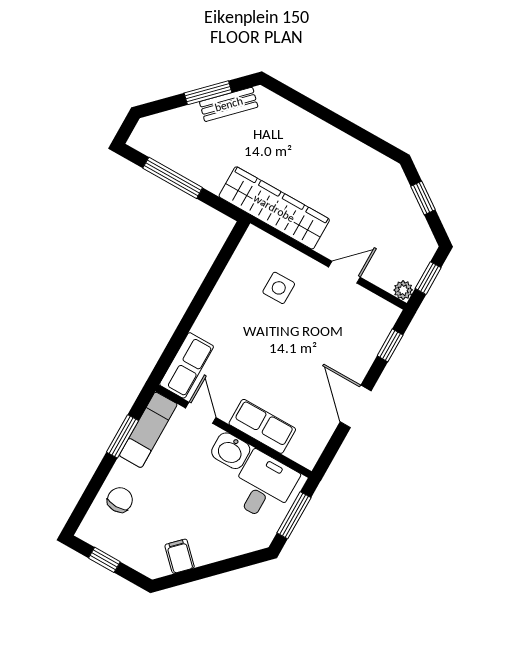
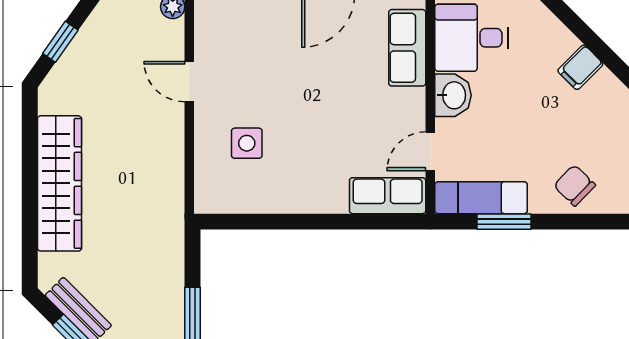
wardrobe: (274, 208) -> (59, 183), moved, turned 180
row of seats: (262, 426) -> (407, 48), moved
chair: (120, 500) -> (575, 185), turned 44
filing cabinet: (180, 556) -> (580, 67), moved

